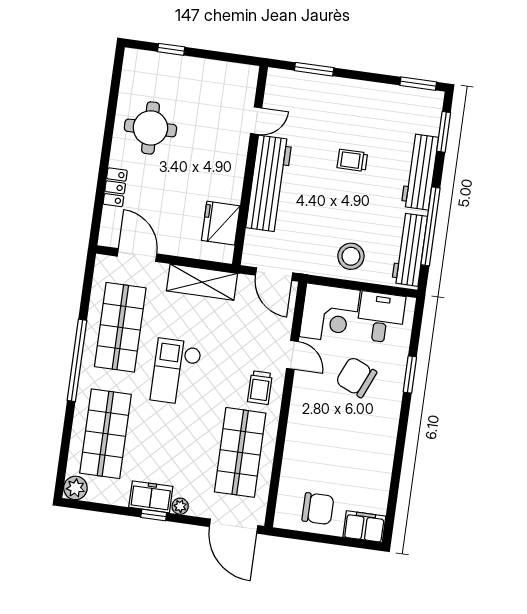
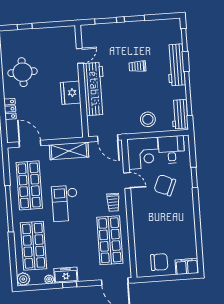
window: (418, 84) -> (134, 19), moved
fridge: (221, 223) -> (71, 93), moved
workbench: (410, 250) -> (180, 114), width x0.73
plant: (180, 506) -> (49, 279), moved

